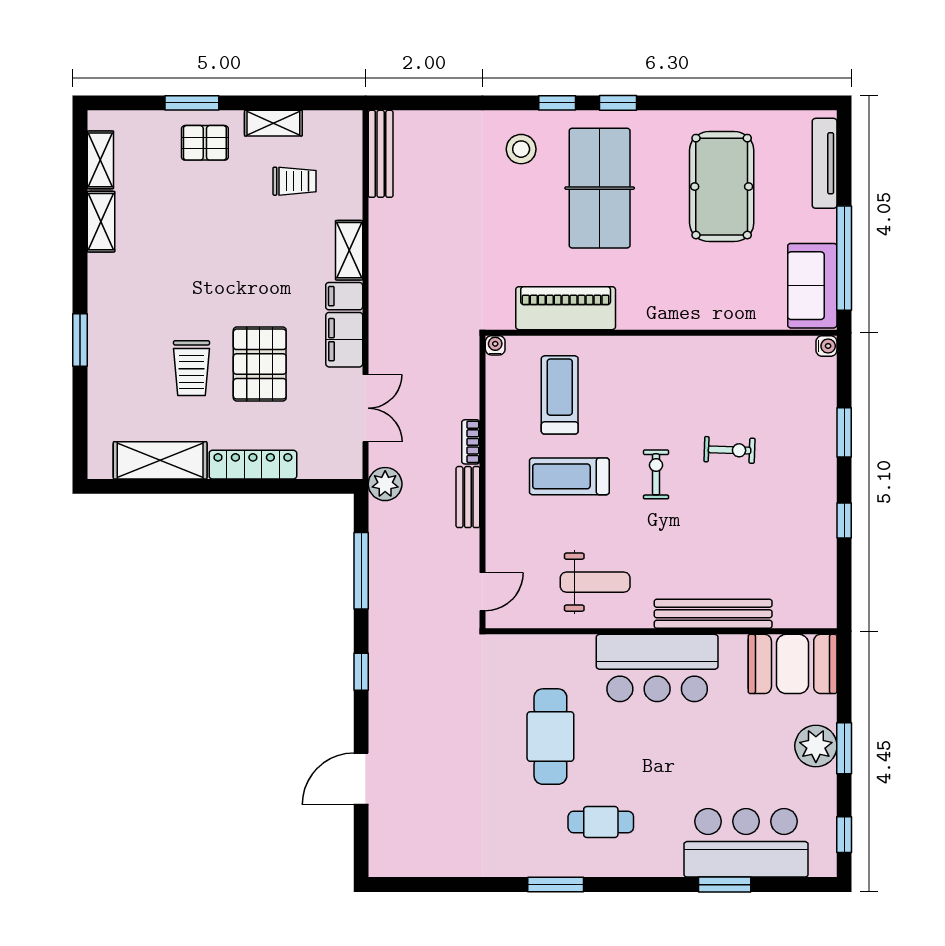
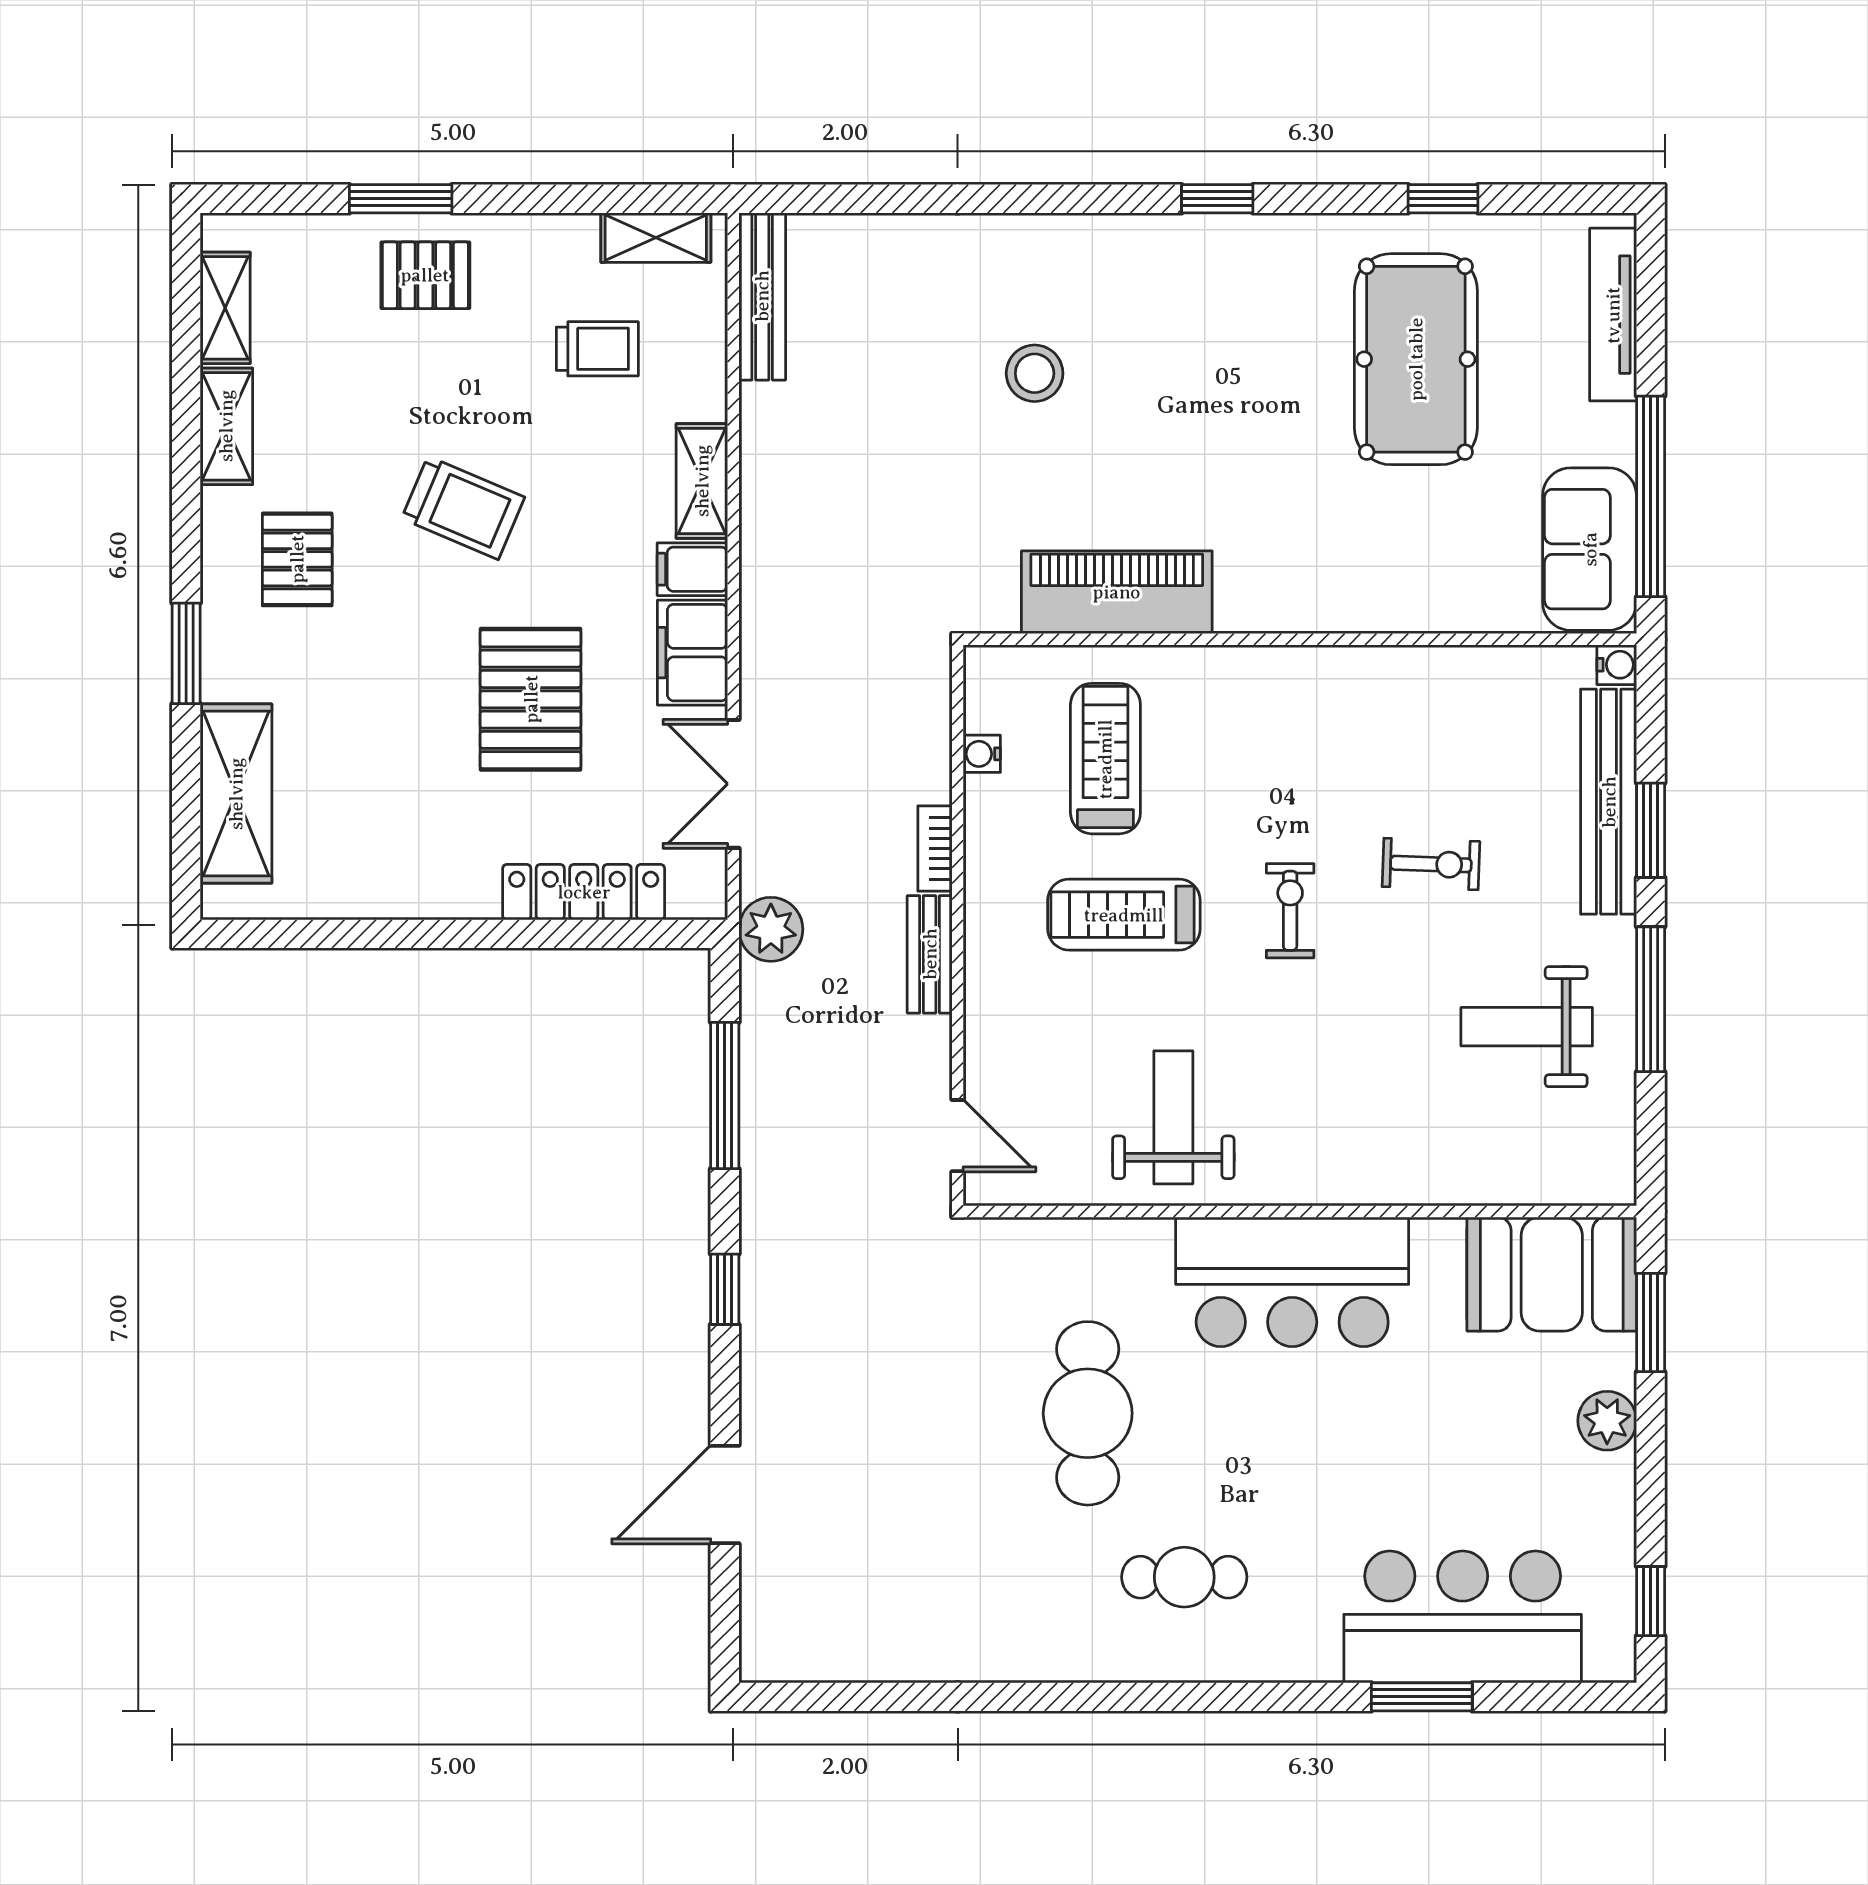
window: (557, 103) -> (1443, 199), moved
shelving: (273, 123) -> (656, 238), moved
stool: (521, 149) -> (1035, 373), moved
table tennis table: (600, 188) -> (1182, 362), removed
pallet: (138, 291) -> (297, 559), added
water cooler: (495, 345) -> (982, 754), moved, turned -90
trolley: (192, 368) -> (463, 508), moved, turned -67
double door: (365, 408) -> (733, 784), swing flipped
shelving: (160, 460) -> (236, 794), moved, turned 90
locker: (253, 465) -> (584, 892), moved
window: (844, 521) -> (1651, 999), width x2.17
weight bench: (779, 535) -> (1527, 1027), added
weight bench: (595, 582) -> (1173, 1117), turned -90
door: (483, 592) -> (958, 1136), hinge flipped
bench: (713, 614) -> (1609, 802), moved, turned 90
plant: (816, 746) -> (1607, 1421), width x0.73, depth x0.73
window: (844, 748) -> (1651, 1322), moved
window: (556, 885) -> (1098, 1697), removed

